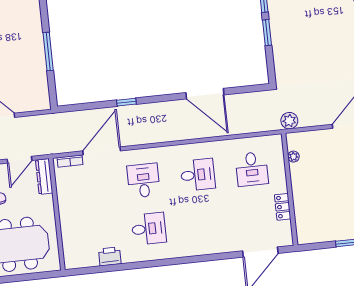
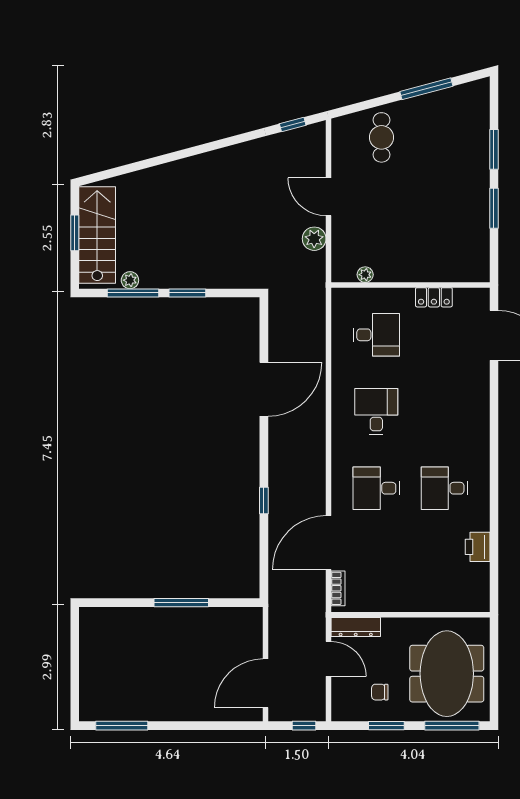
plant: (289, 121) -> (314, 239), moved
door: (102, 151) -> (328, 543), hinge flipped
desk: (149, 229) -> (444, 488), turned -90

